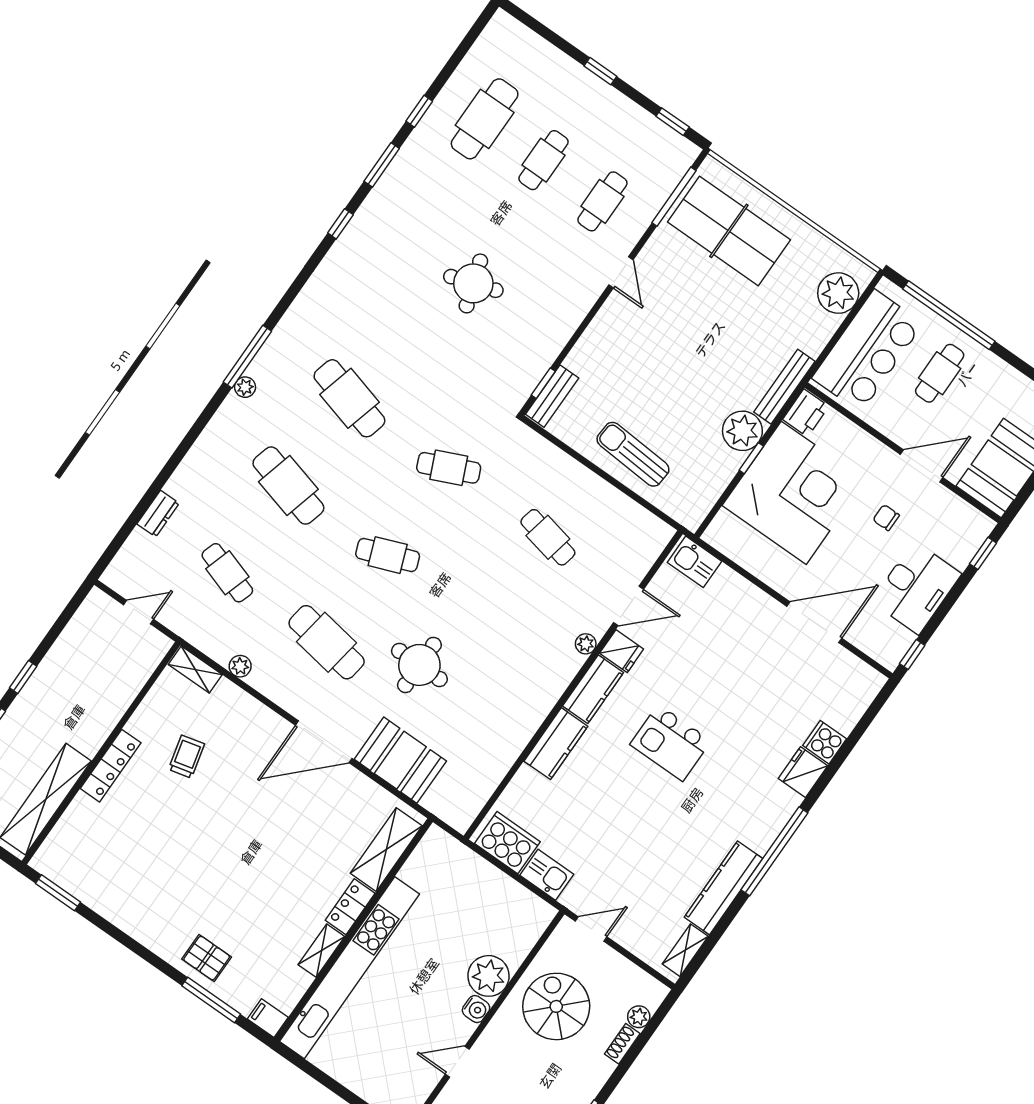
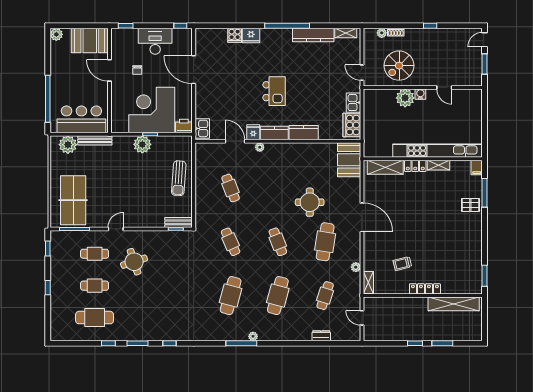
round table: (473, 283) -> (134, 262), moved
cafe table: (940, 373) -> (71, 87), removed
bench: (784, 387) -> (95, 140), moved
printer: (806, 413) -> (184, 126), moved
cafe table: (548, 537) -> (231, 188), turned -33
booth: (400, 760) -> (349, 160), moved
pallet: (207, 958) -> (470, 205), turned 90

